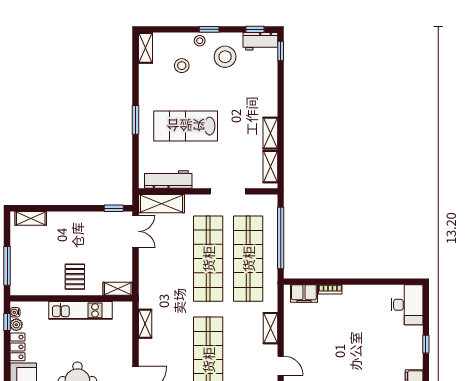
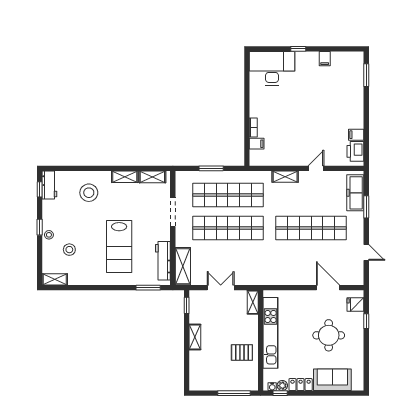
window: (281, 51) -> (57, 168), removed
stool: (225, 57) -> (89, 193), moved
window: (135, 120) -> (148, 288), moved
shelving: (31, 218) -> (195, 337), moved
double door: (135, 231) -> (221, 288), moved
window: (281, 238) -> (211, 168), width x0.47
pallet: (75, 277) -> (242, 352), moved
filing cabinet: (304, 294) -> (257, 144), width x0.50
desk: (407, 305) -> (272, 68), width x1.36, depth x1.30
kitchen unit: (80, 310) -> (271, 333), width x1.36
shelving: (145, 324) -> (282, 280), removed

